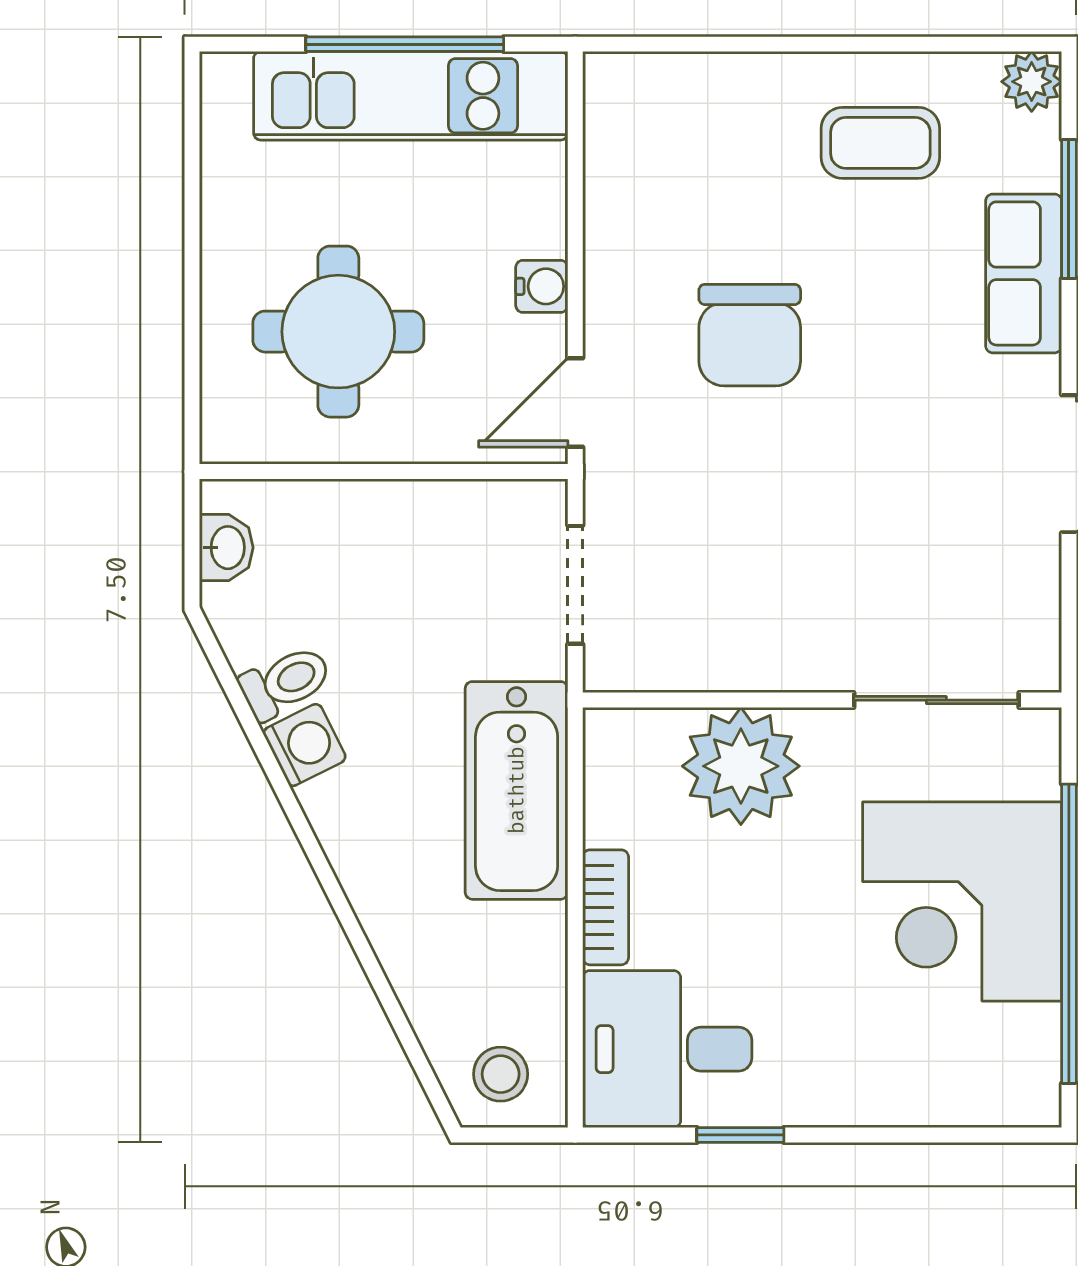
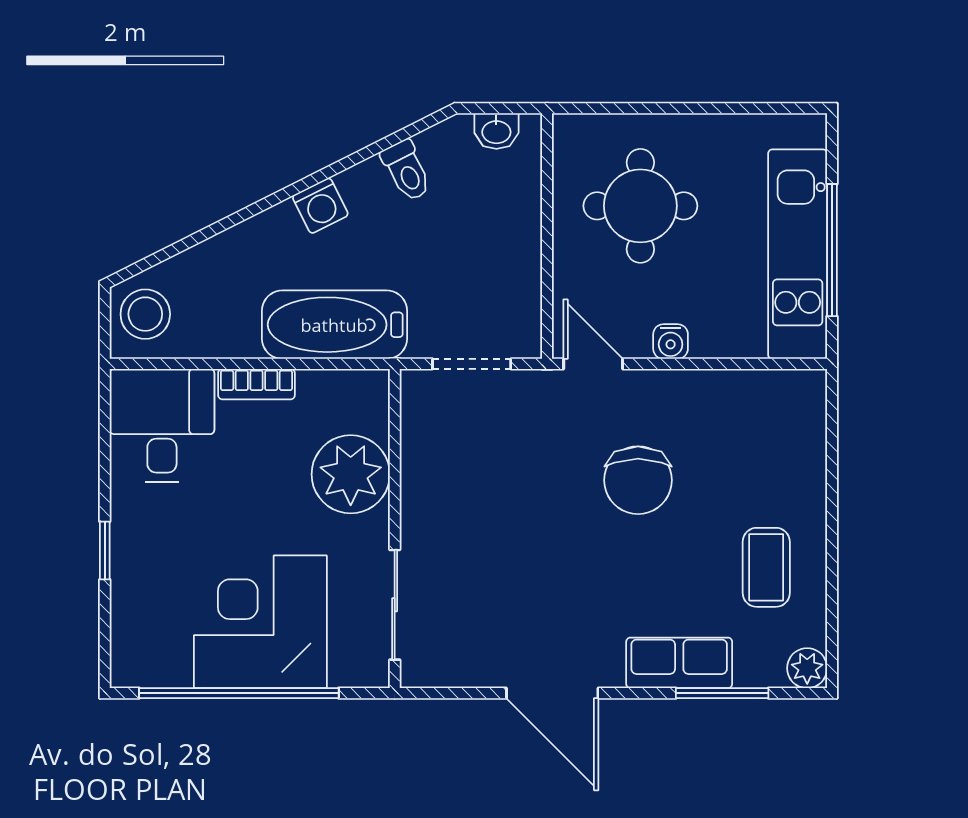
chair: (750, 335) -> (638, 480), turned -90
washing machine: (304, 745) -> (320, 206), moved
stool: (501, 1074) -> (145, 314), width x1.37, depth x1.37
window: (740, 1135) -> (105, 551), moved

